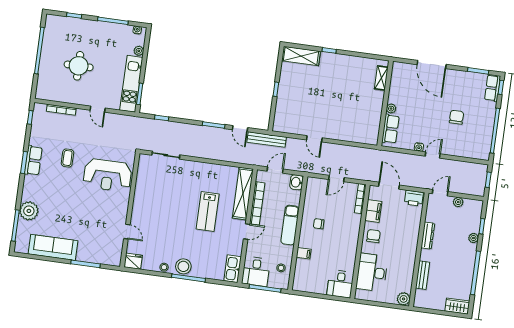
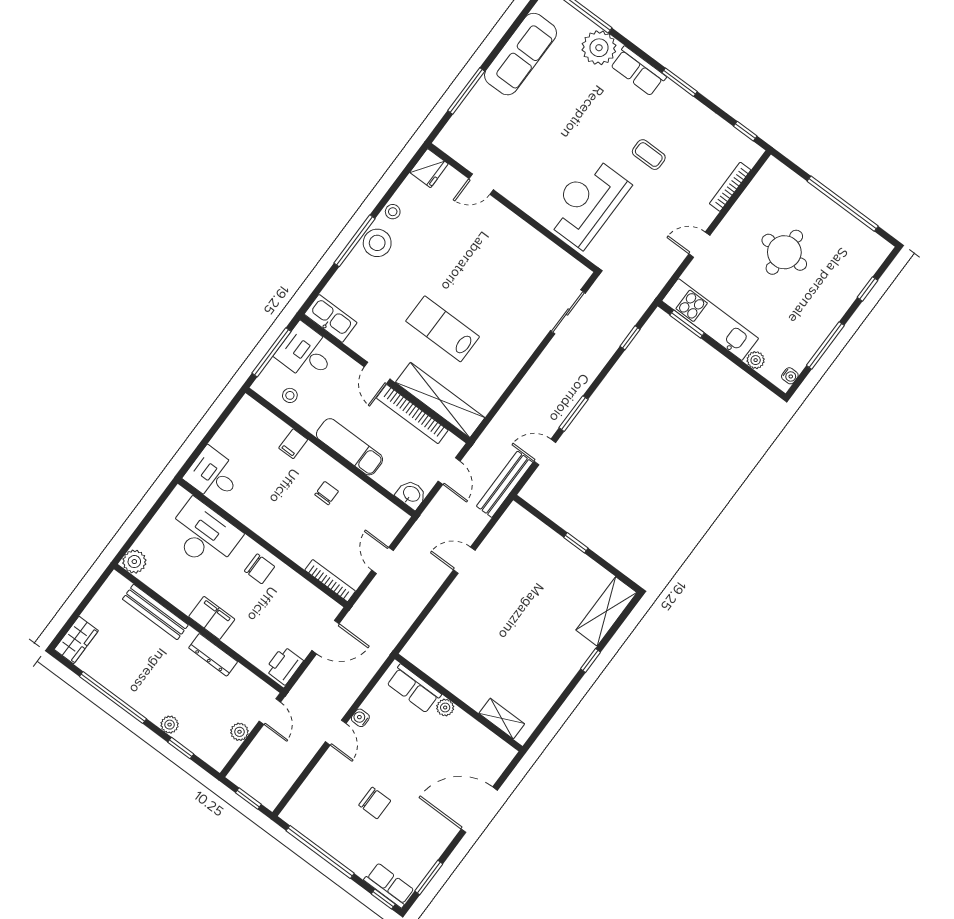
row of seats: (33, 160) -> (638, 71), moved
filing cabinet: (373, 211) -> (212, 618), moved, turned 180
bench: (423, 275) -> (155, 612), width x1.36

